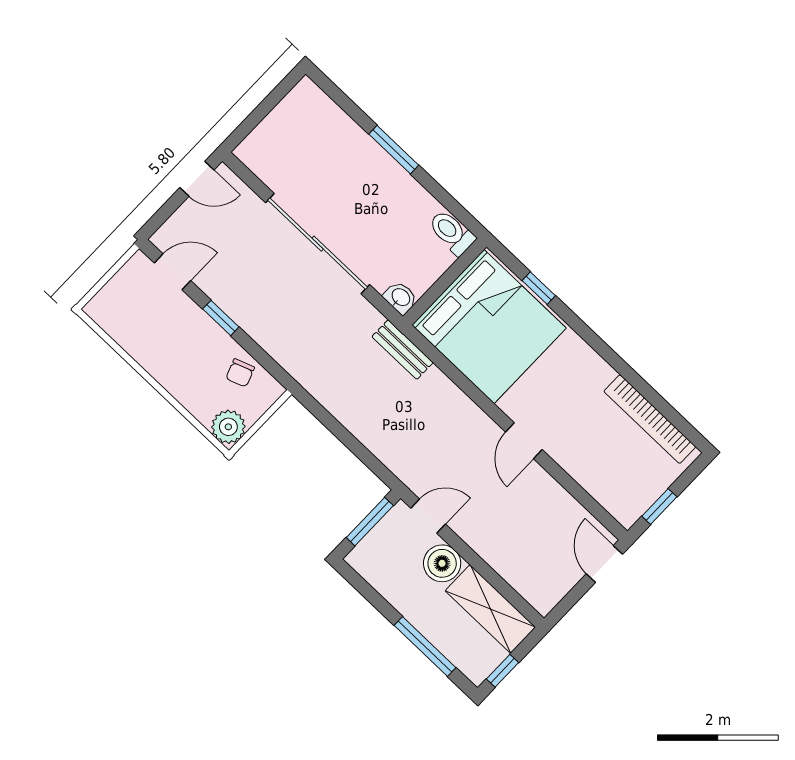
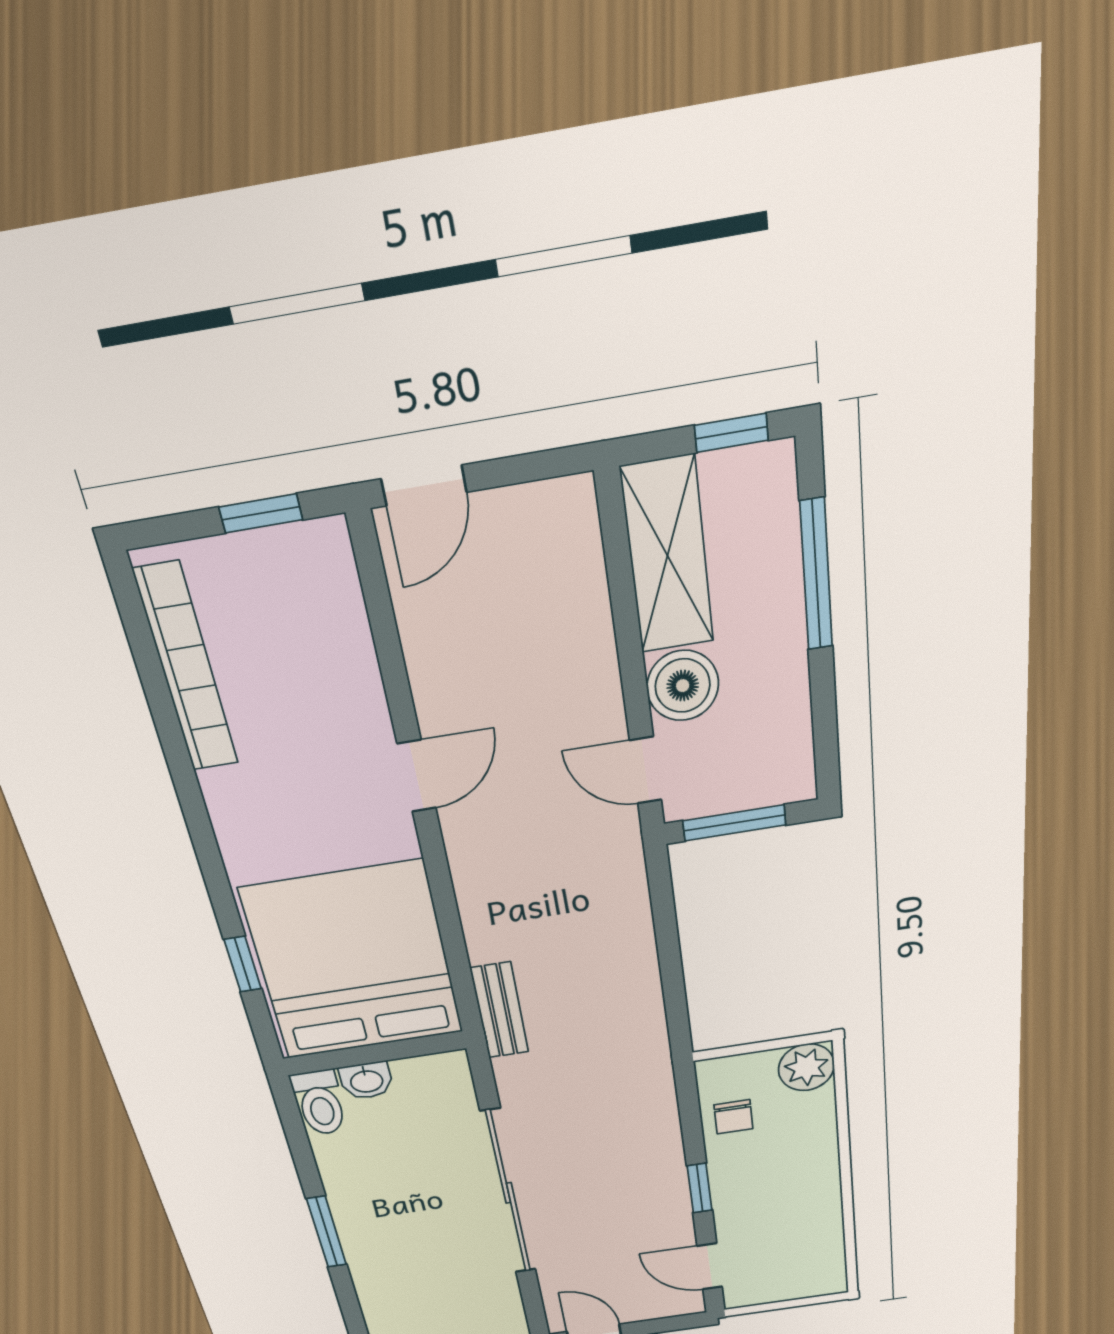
washbasin: (400, 298) -> (366, 1081), moved, turned -90
chair: (240, 373) -> (733, 1117), turned 110

